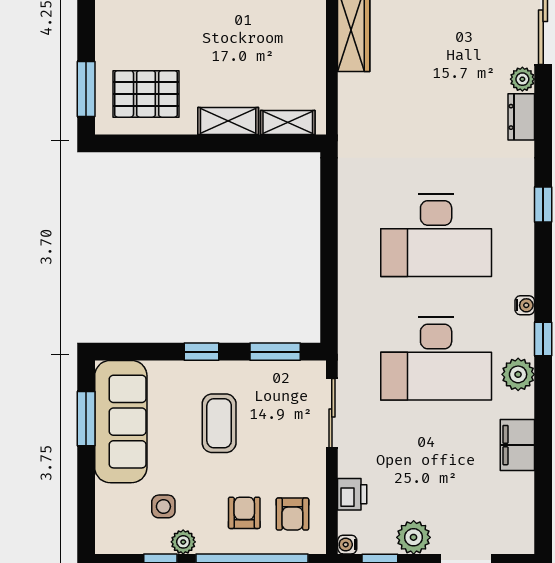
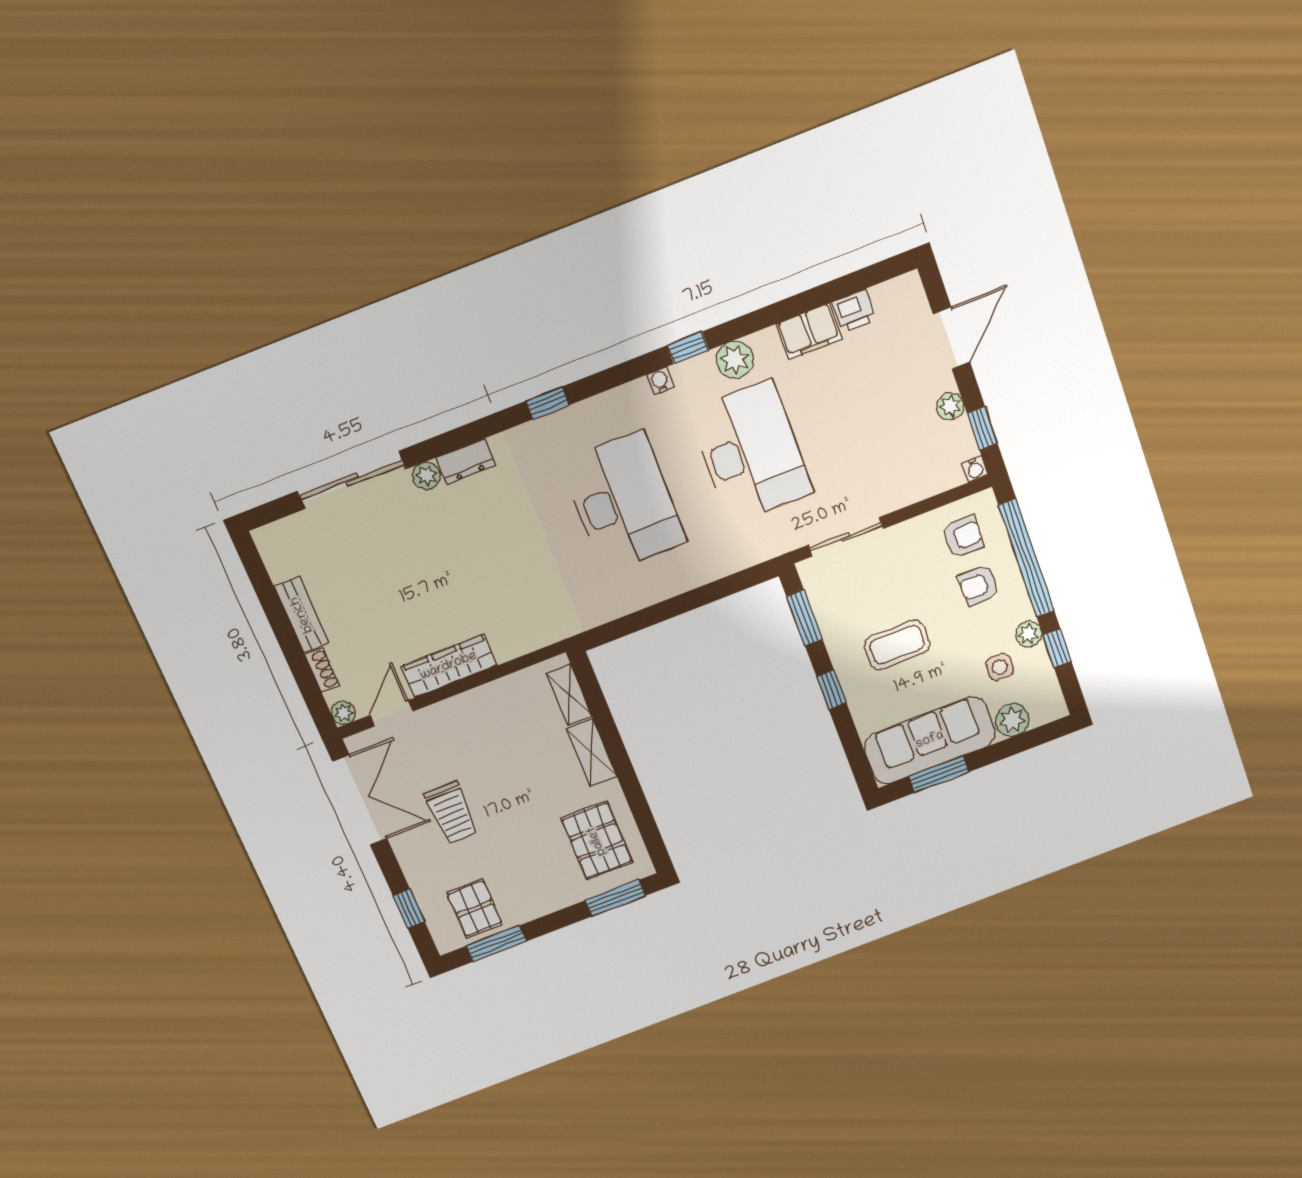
printer: (352, 494) -> (854, 311), moved, turned 180
plant: (111, 501) -> (1012, 720), added
plant: (414, 537) -> (950, 406), width x0.73, depth x0.73

